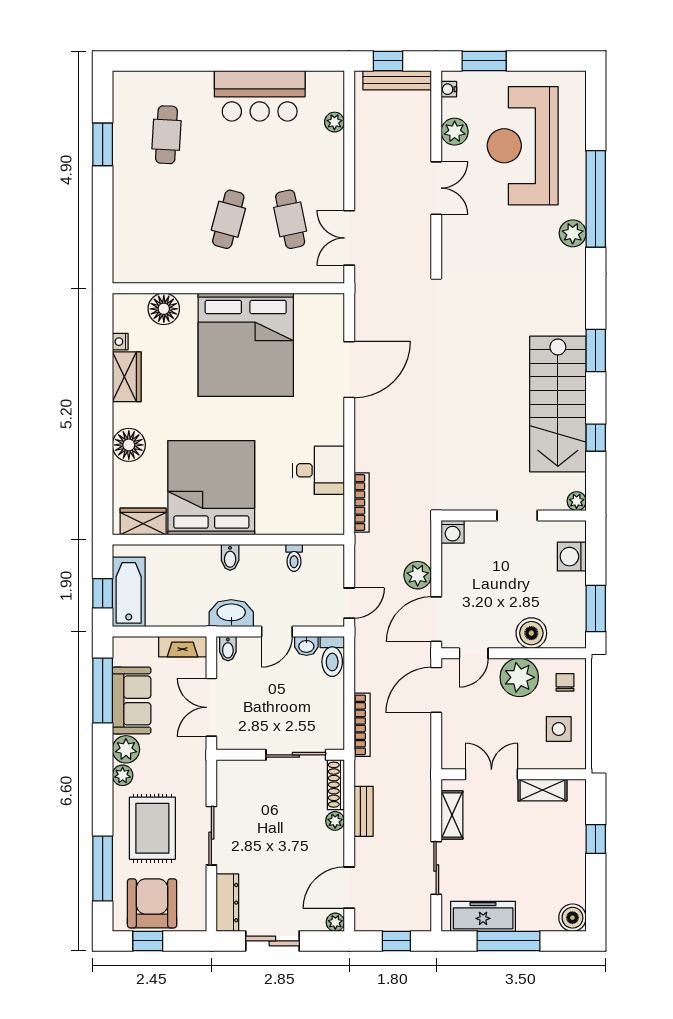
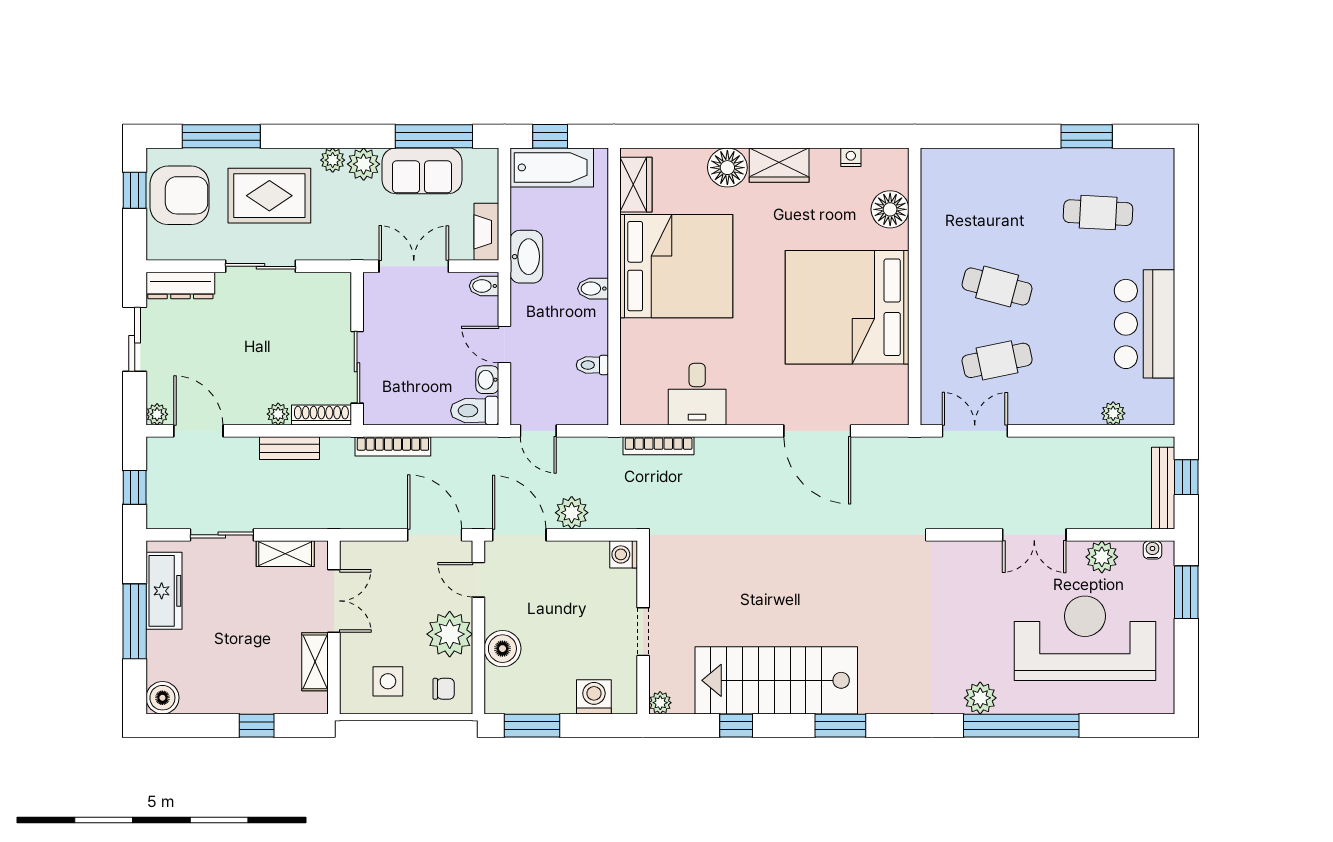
wardrobe: (127, 377) -> (779, 165), moved
washbasin: (231, 613) -> (526, 257), moved

